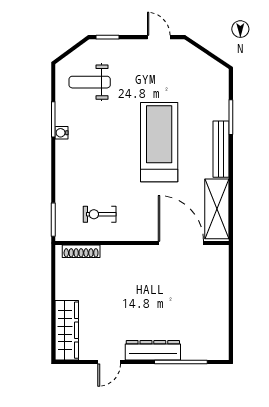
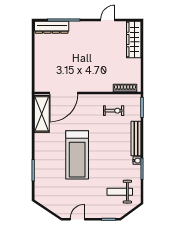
door: (159, 37) -> (77, 219), swing flipped
weight bench: (90, 82) -> (120, 192), turned 180
bench: (221, 149) -> (136, 139), moved
door: (181, 243) -> (64, 93), hinge flipped
dresser: (153, 350) -> (52, 27), moved

